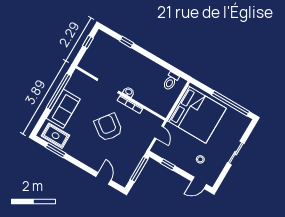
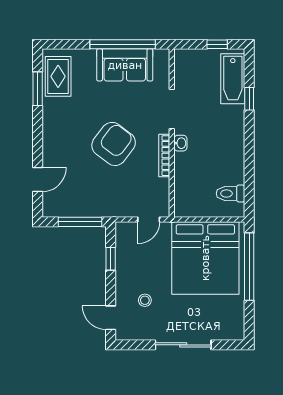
bathtub: (111, 44) -> (233, 79), added
window: (230, 103) -> (249, 267), moved
sofa: (63, 109) -> (125, 65), moved
sliding door: (236, 153) -> (183, 345), width x1.37

